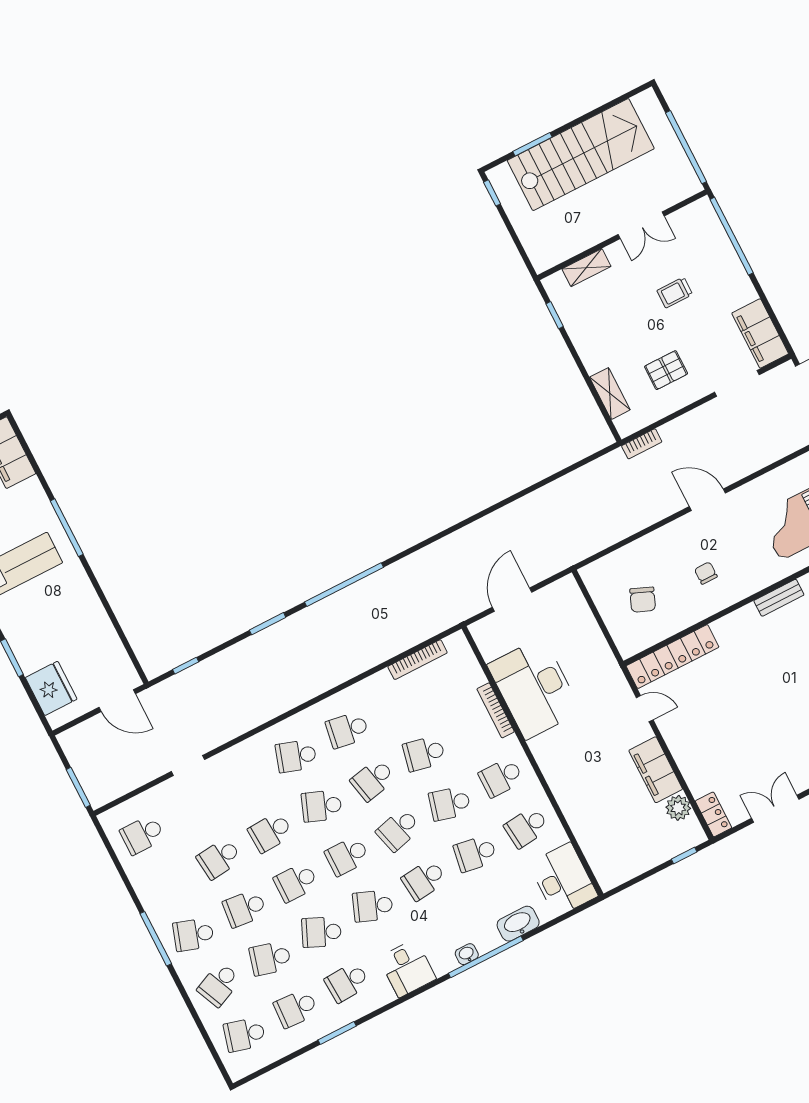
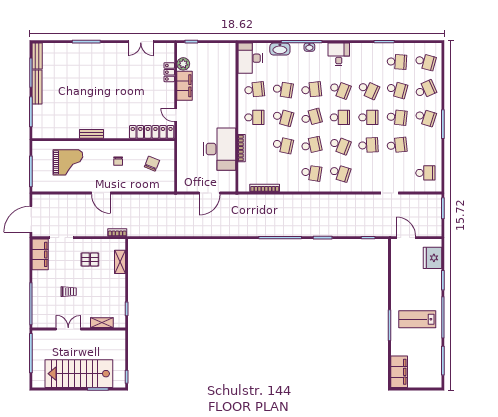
locker: (713, 814) -> (169, 72), moved
school desk: (347, 982) -> (368, 62), removed

